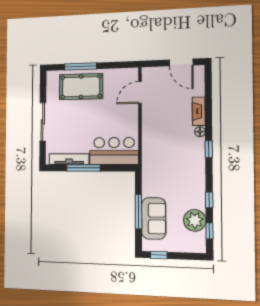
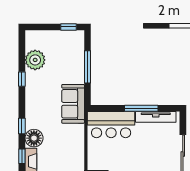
floor lamp: (200, 132) -> (34, 138), width x1.89, depth x1.89
sofa: (154, 218) -> (73, 104), moved
window: (209, 231) -> (22, 156), moved

